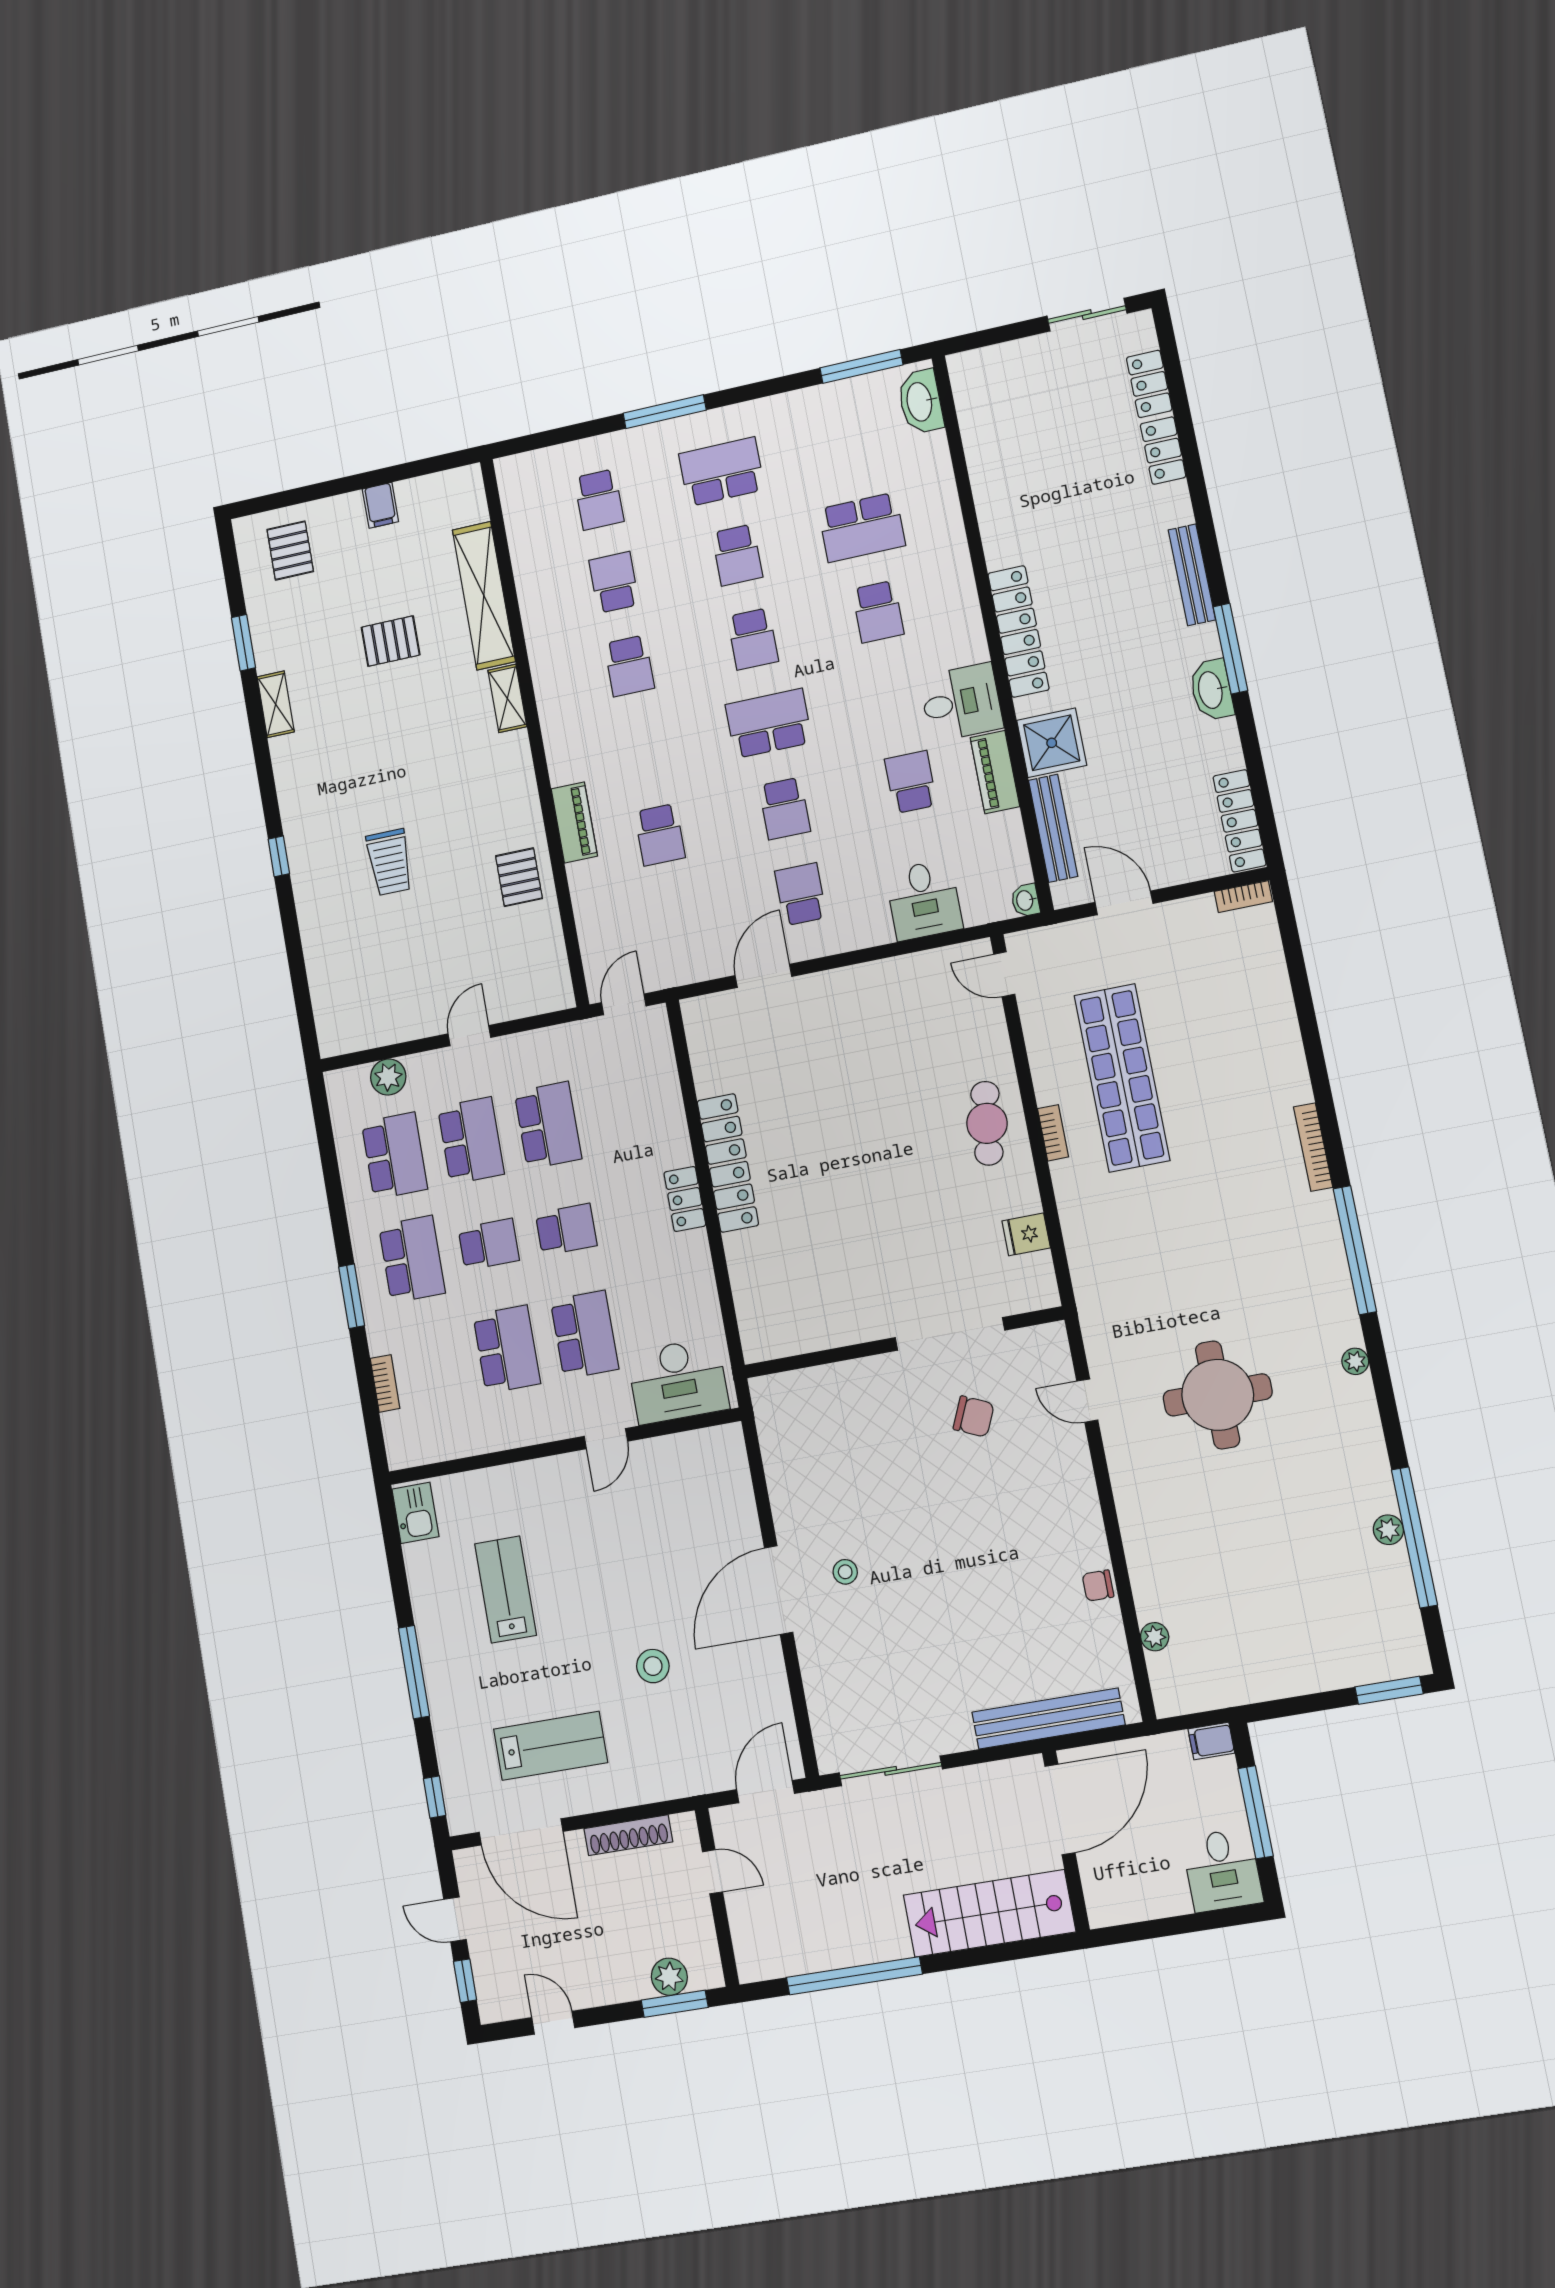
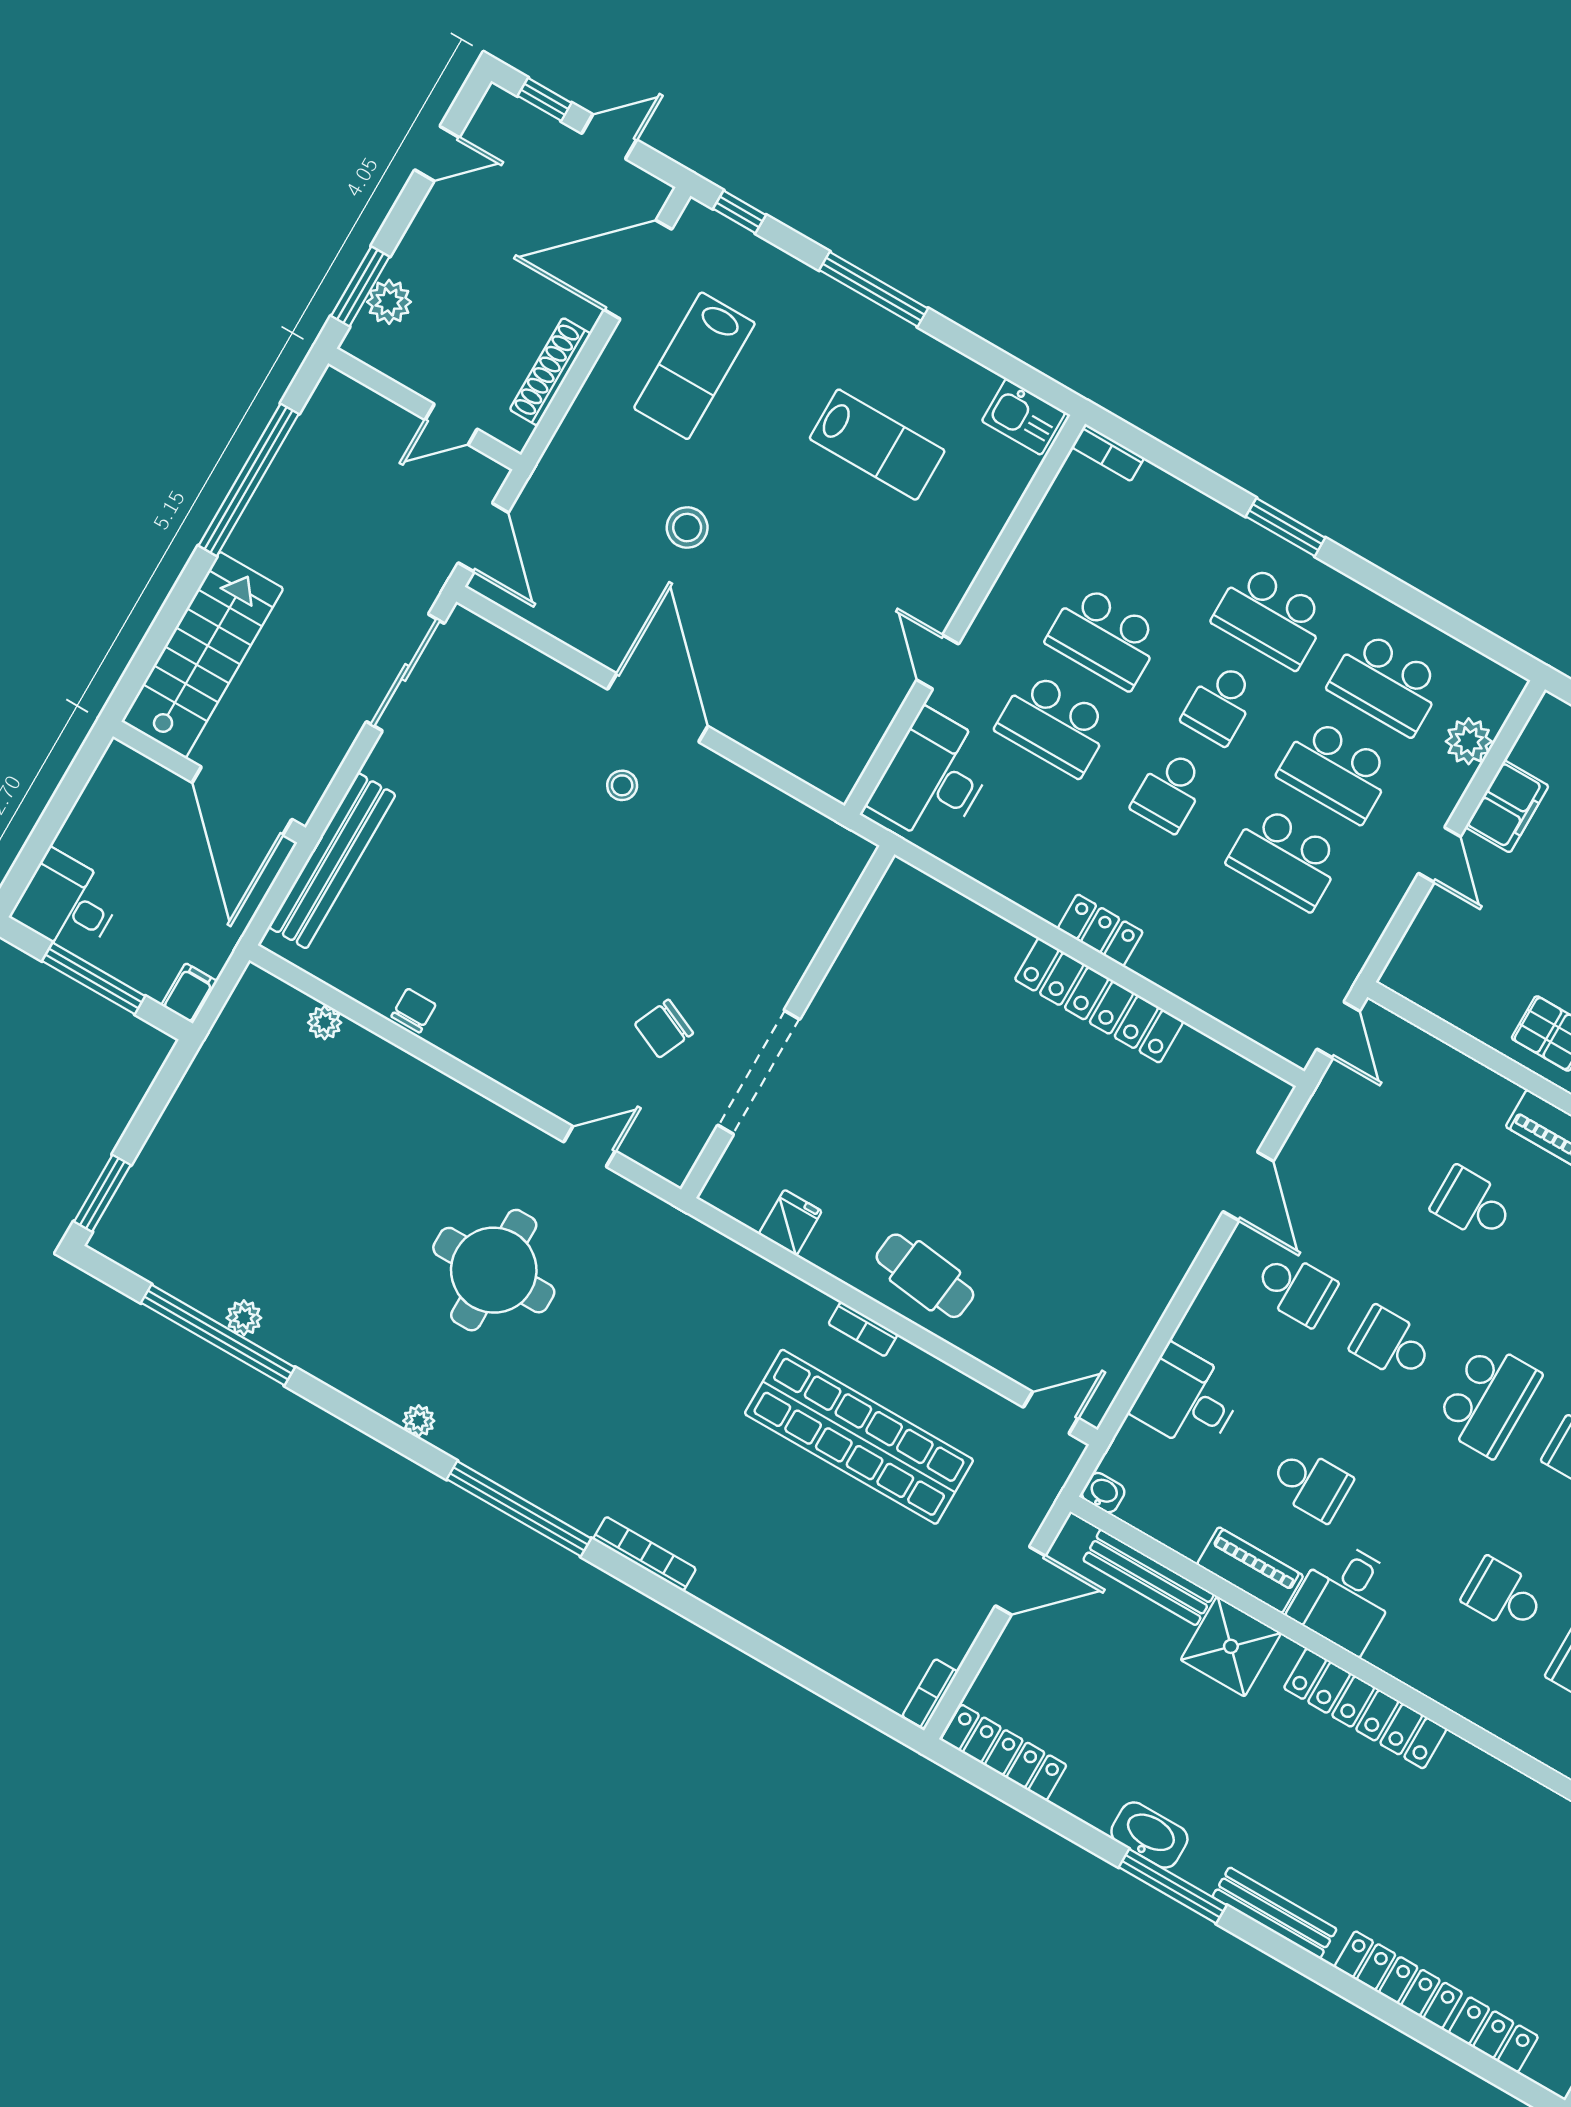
locker: (1163, 451) -> (1398, 1980), width x1.53
filing cabinet: (408, 1021) -> (1507, 806), added
bookcase: (385, 1383) -> (1108, 452), moved

